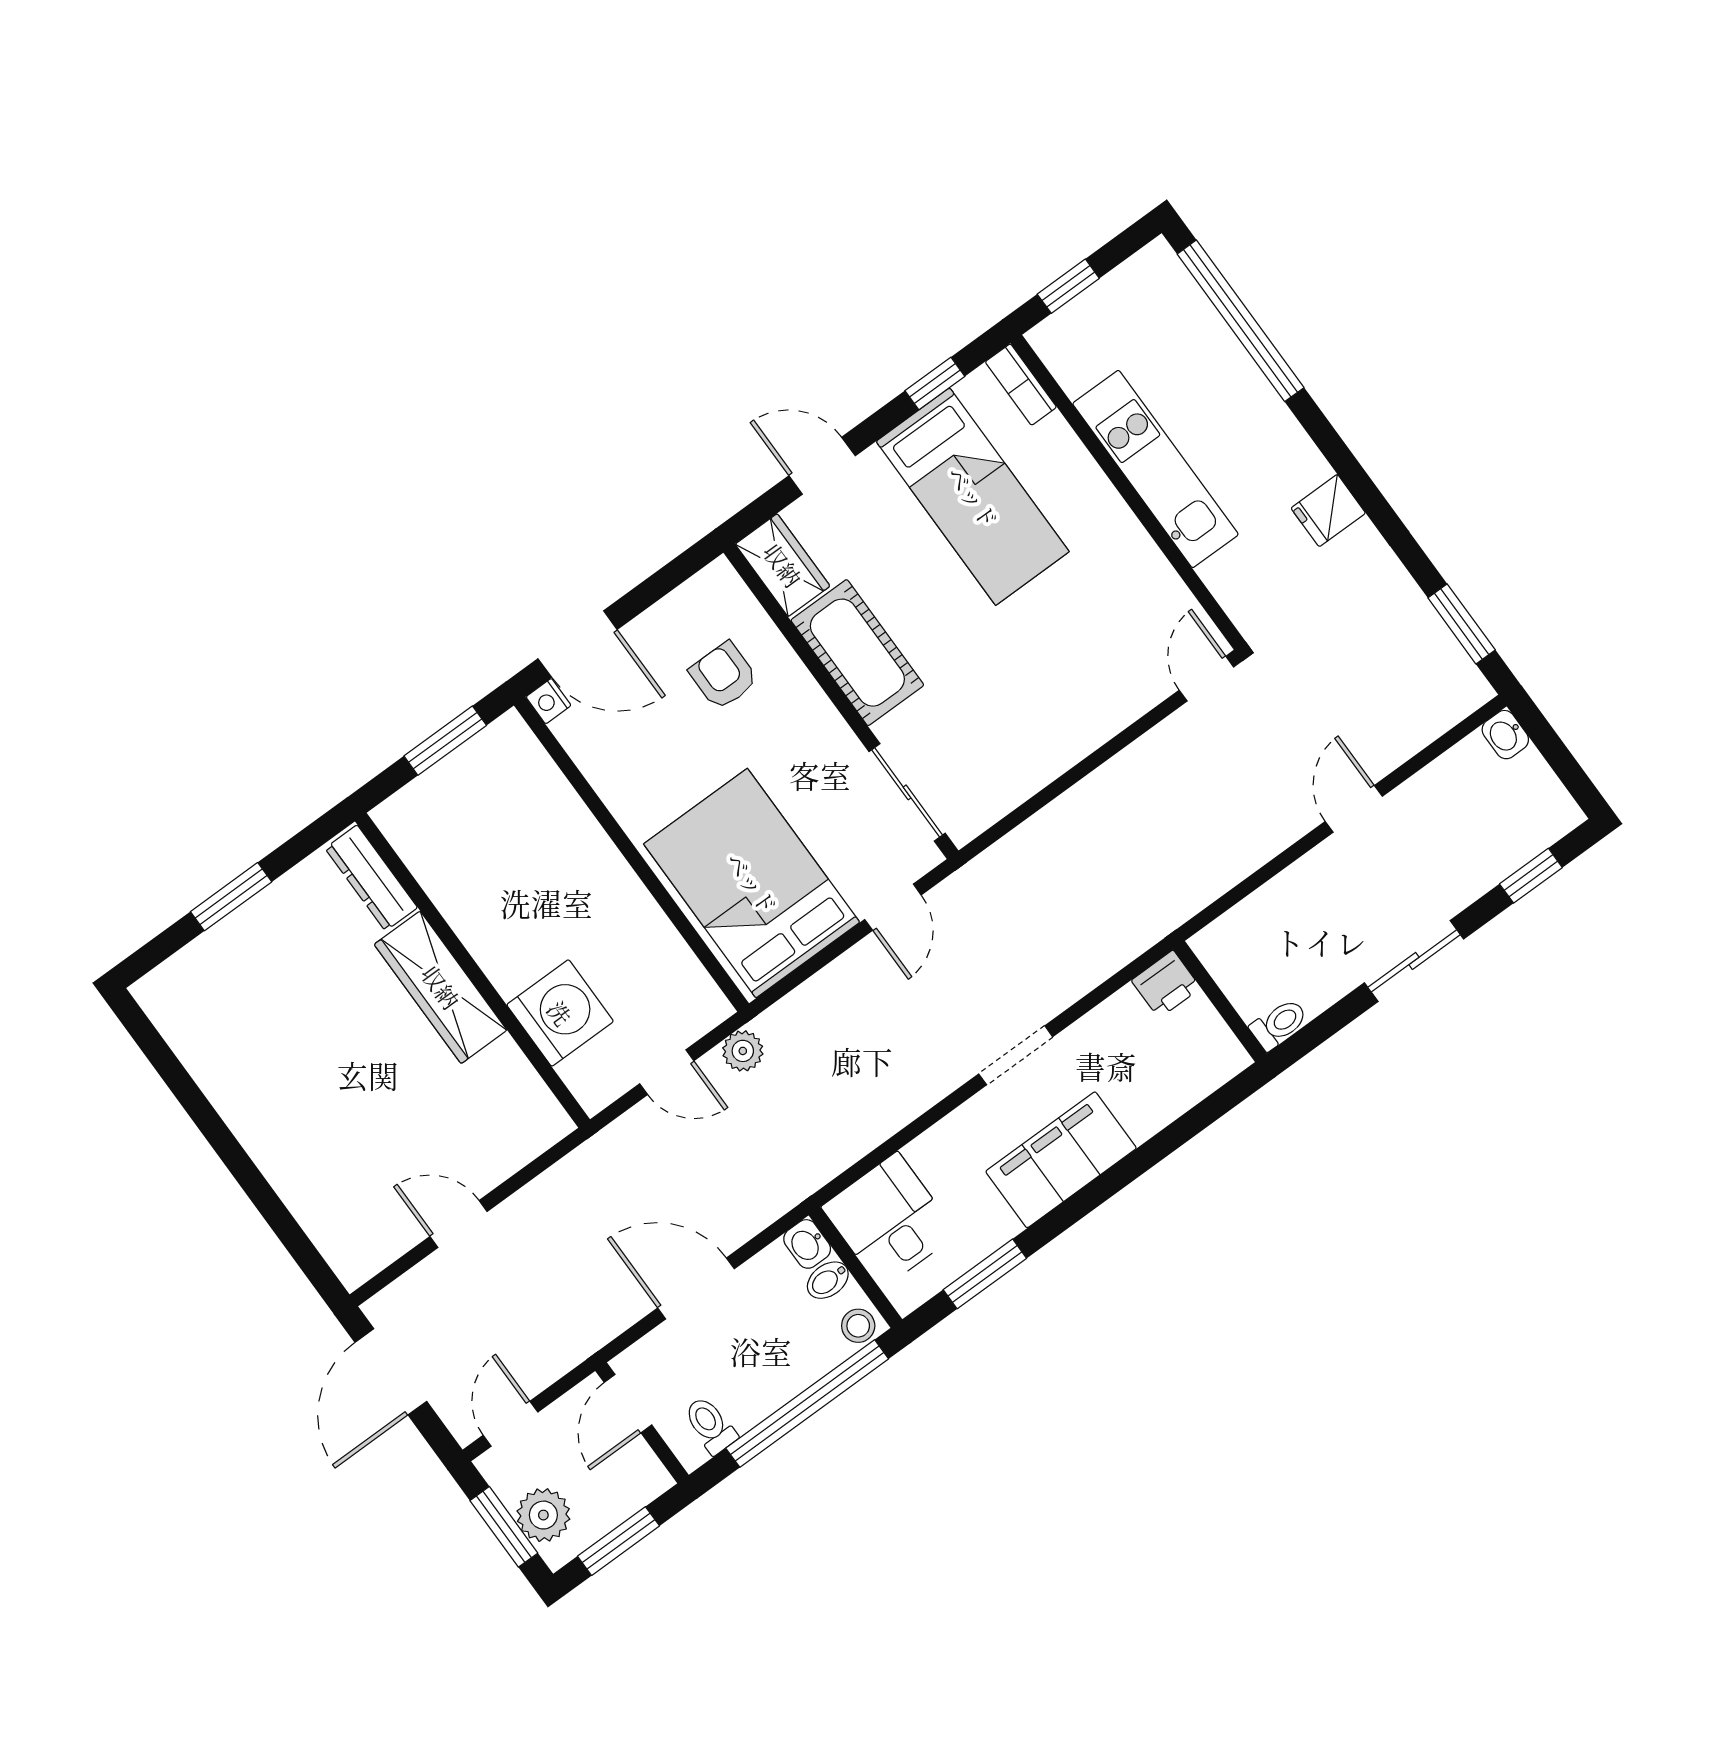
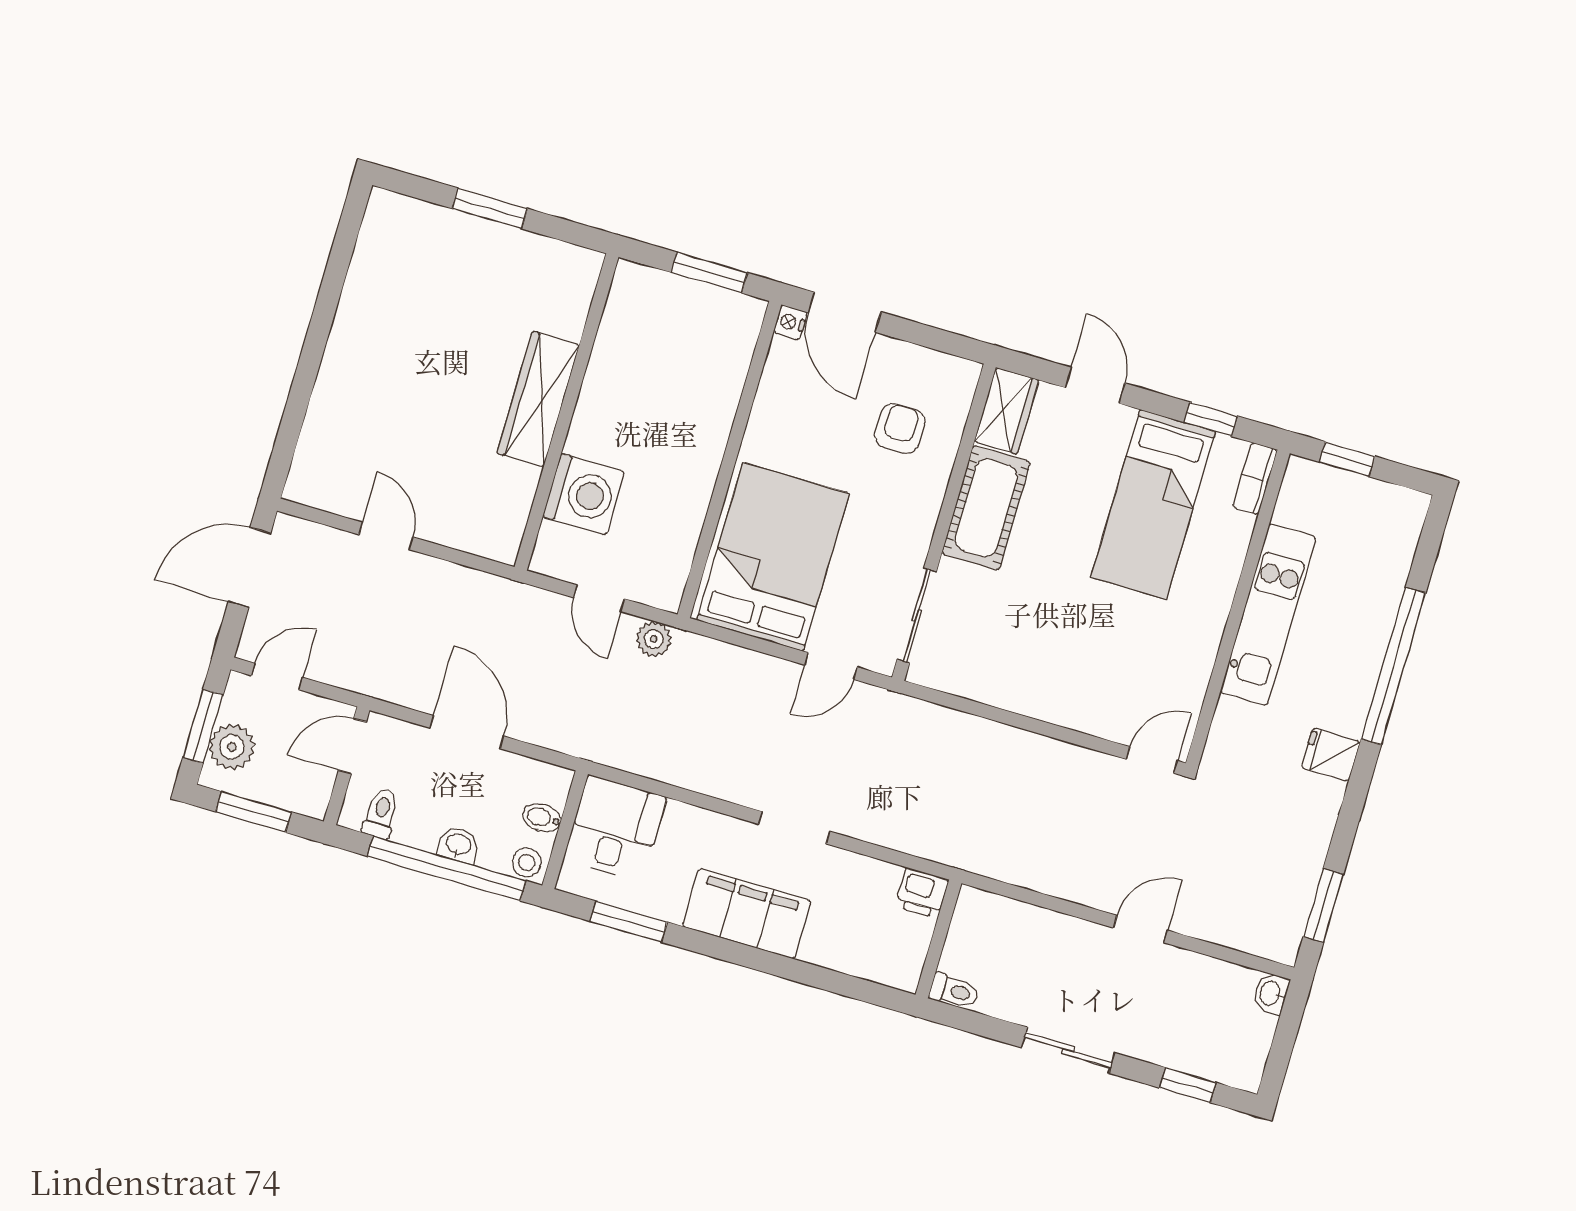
window: (1241, 321) -> (1393, 666), moved
dresser: (371, 878) -> (576, 294), removed
washbasin: (807, 1244) -> (458, 845), moved, turned 90

